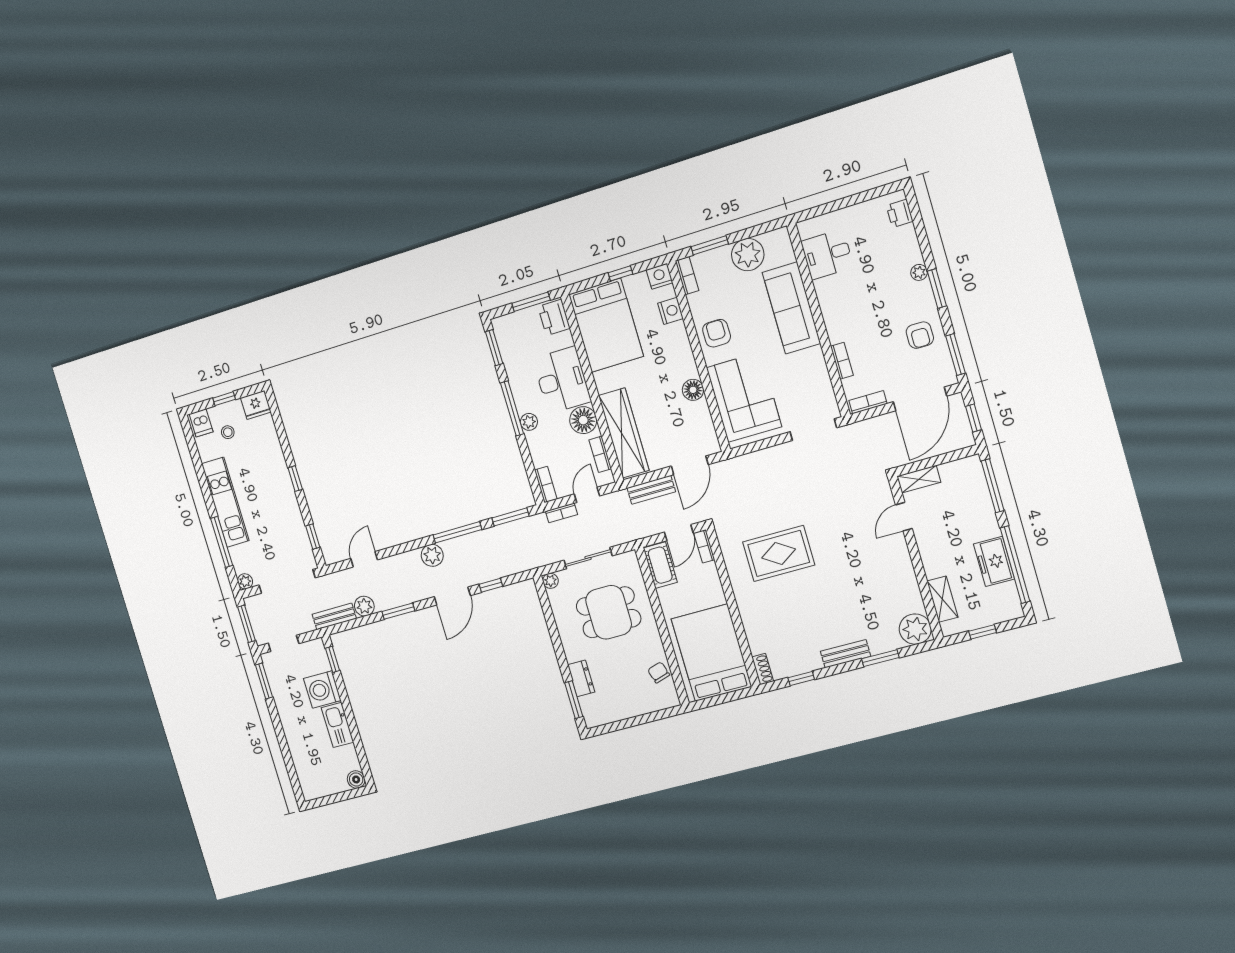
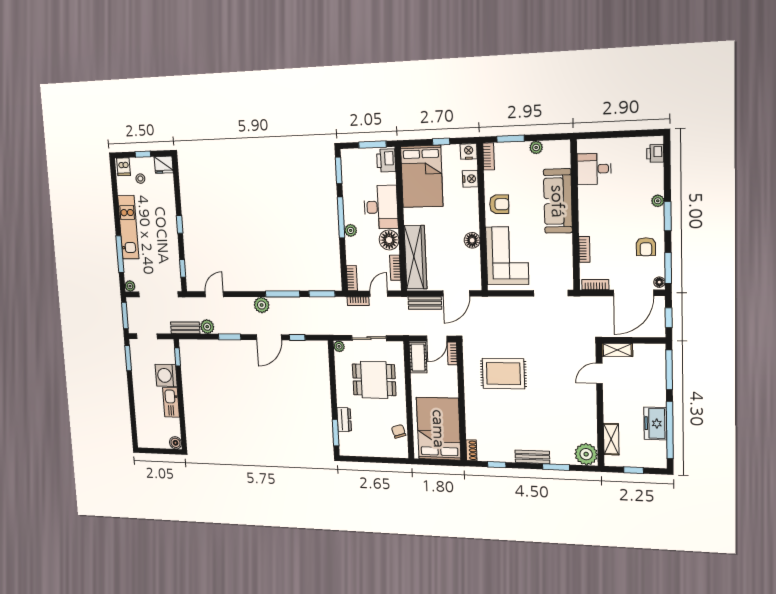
plant: (748, 255) -> (536, 147), width x0.53, depth x0.53
armchair: (717, 333) -> (499, 204), turned 91
floor lamp: (949, 376) -> (659, 282), added

